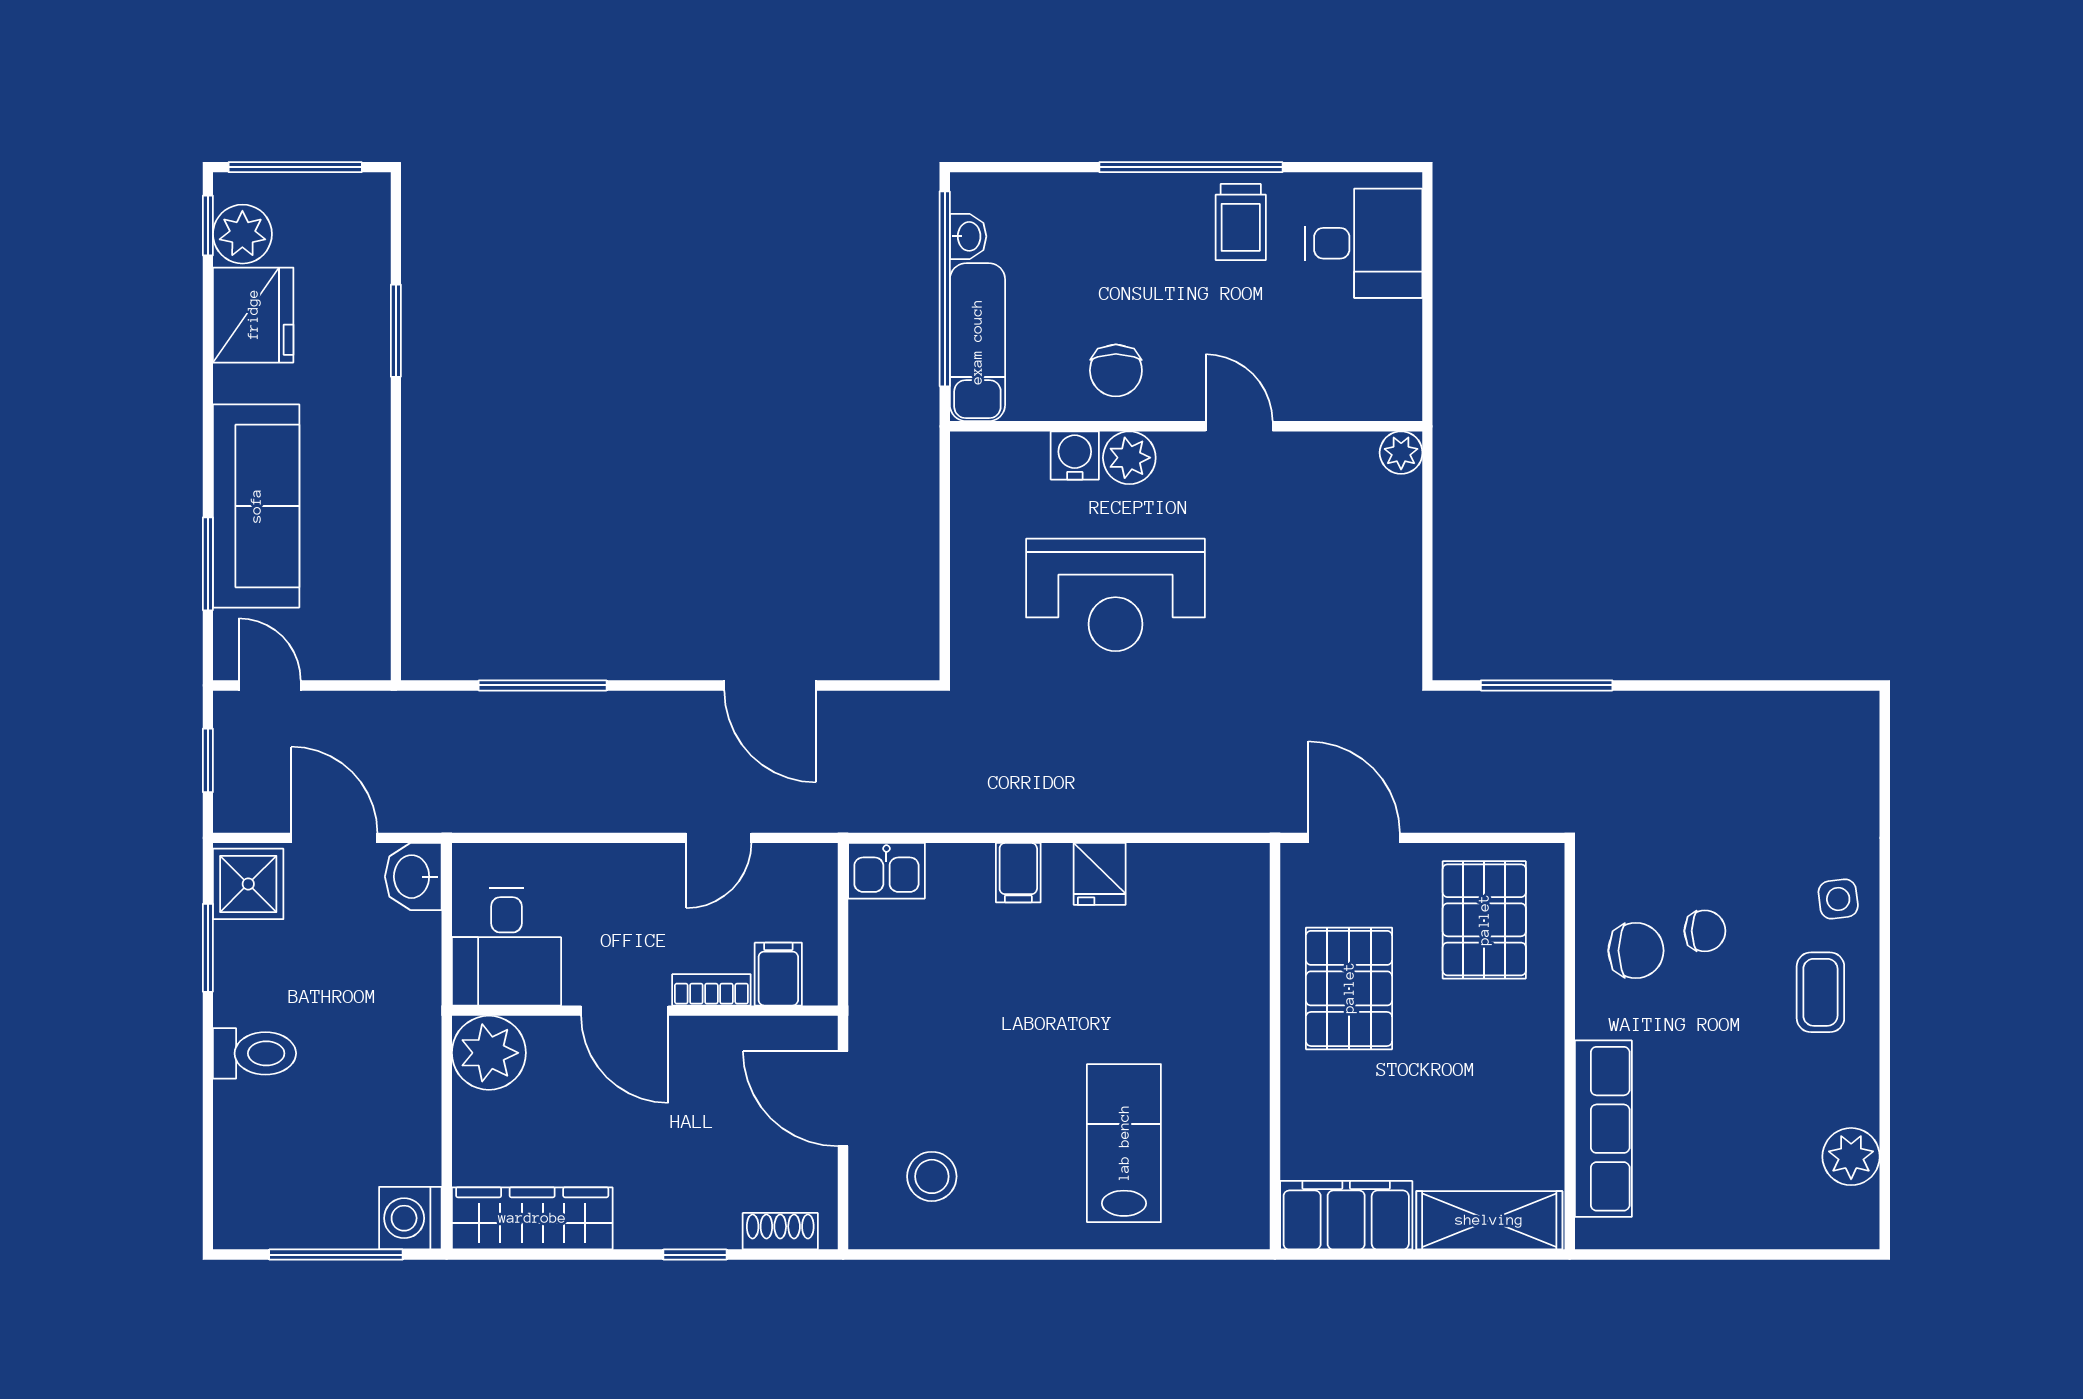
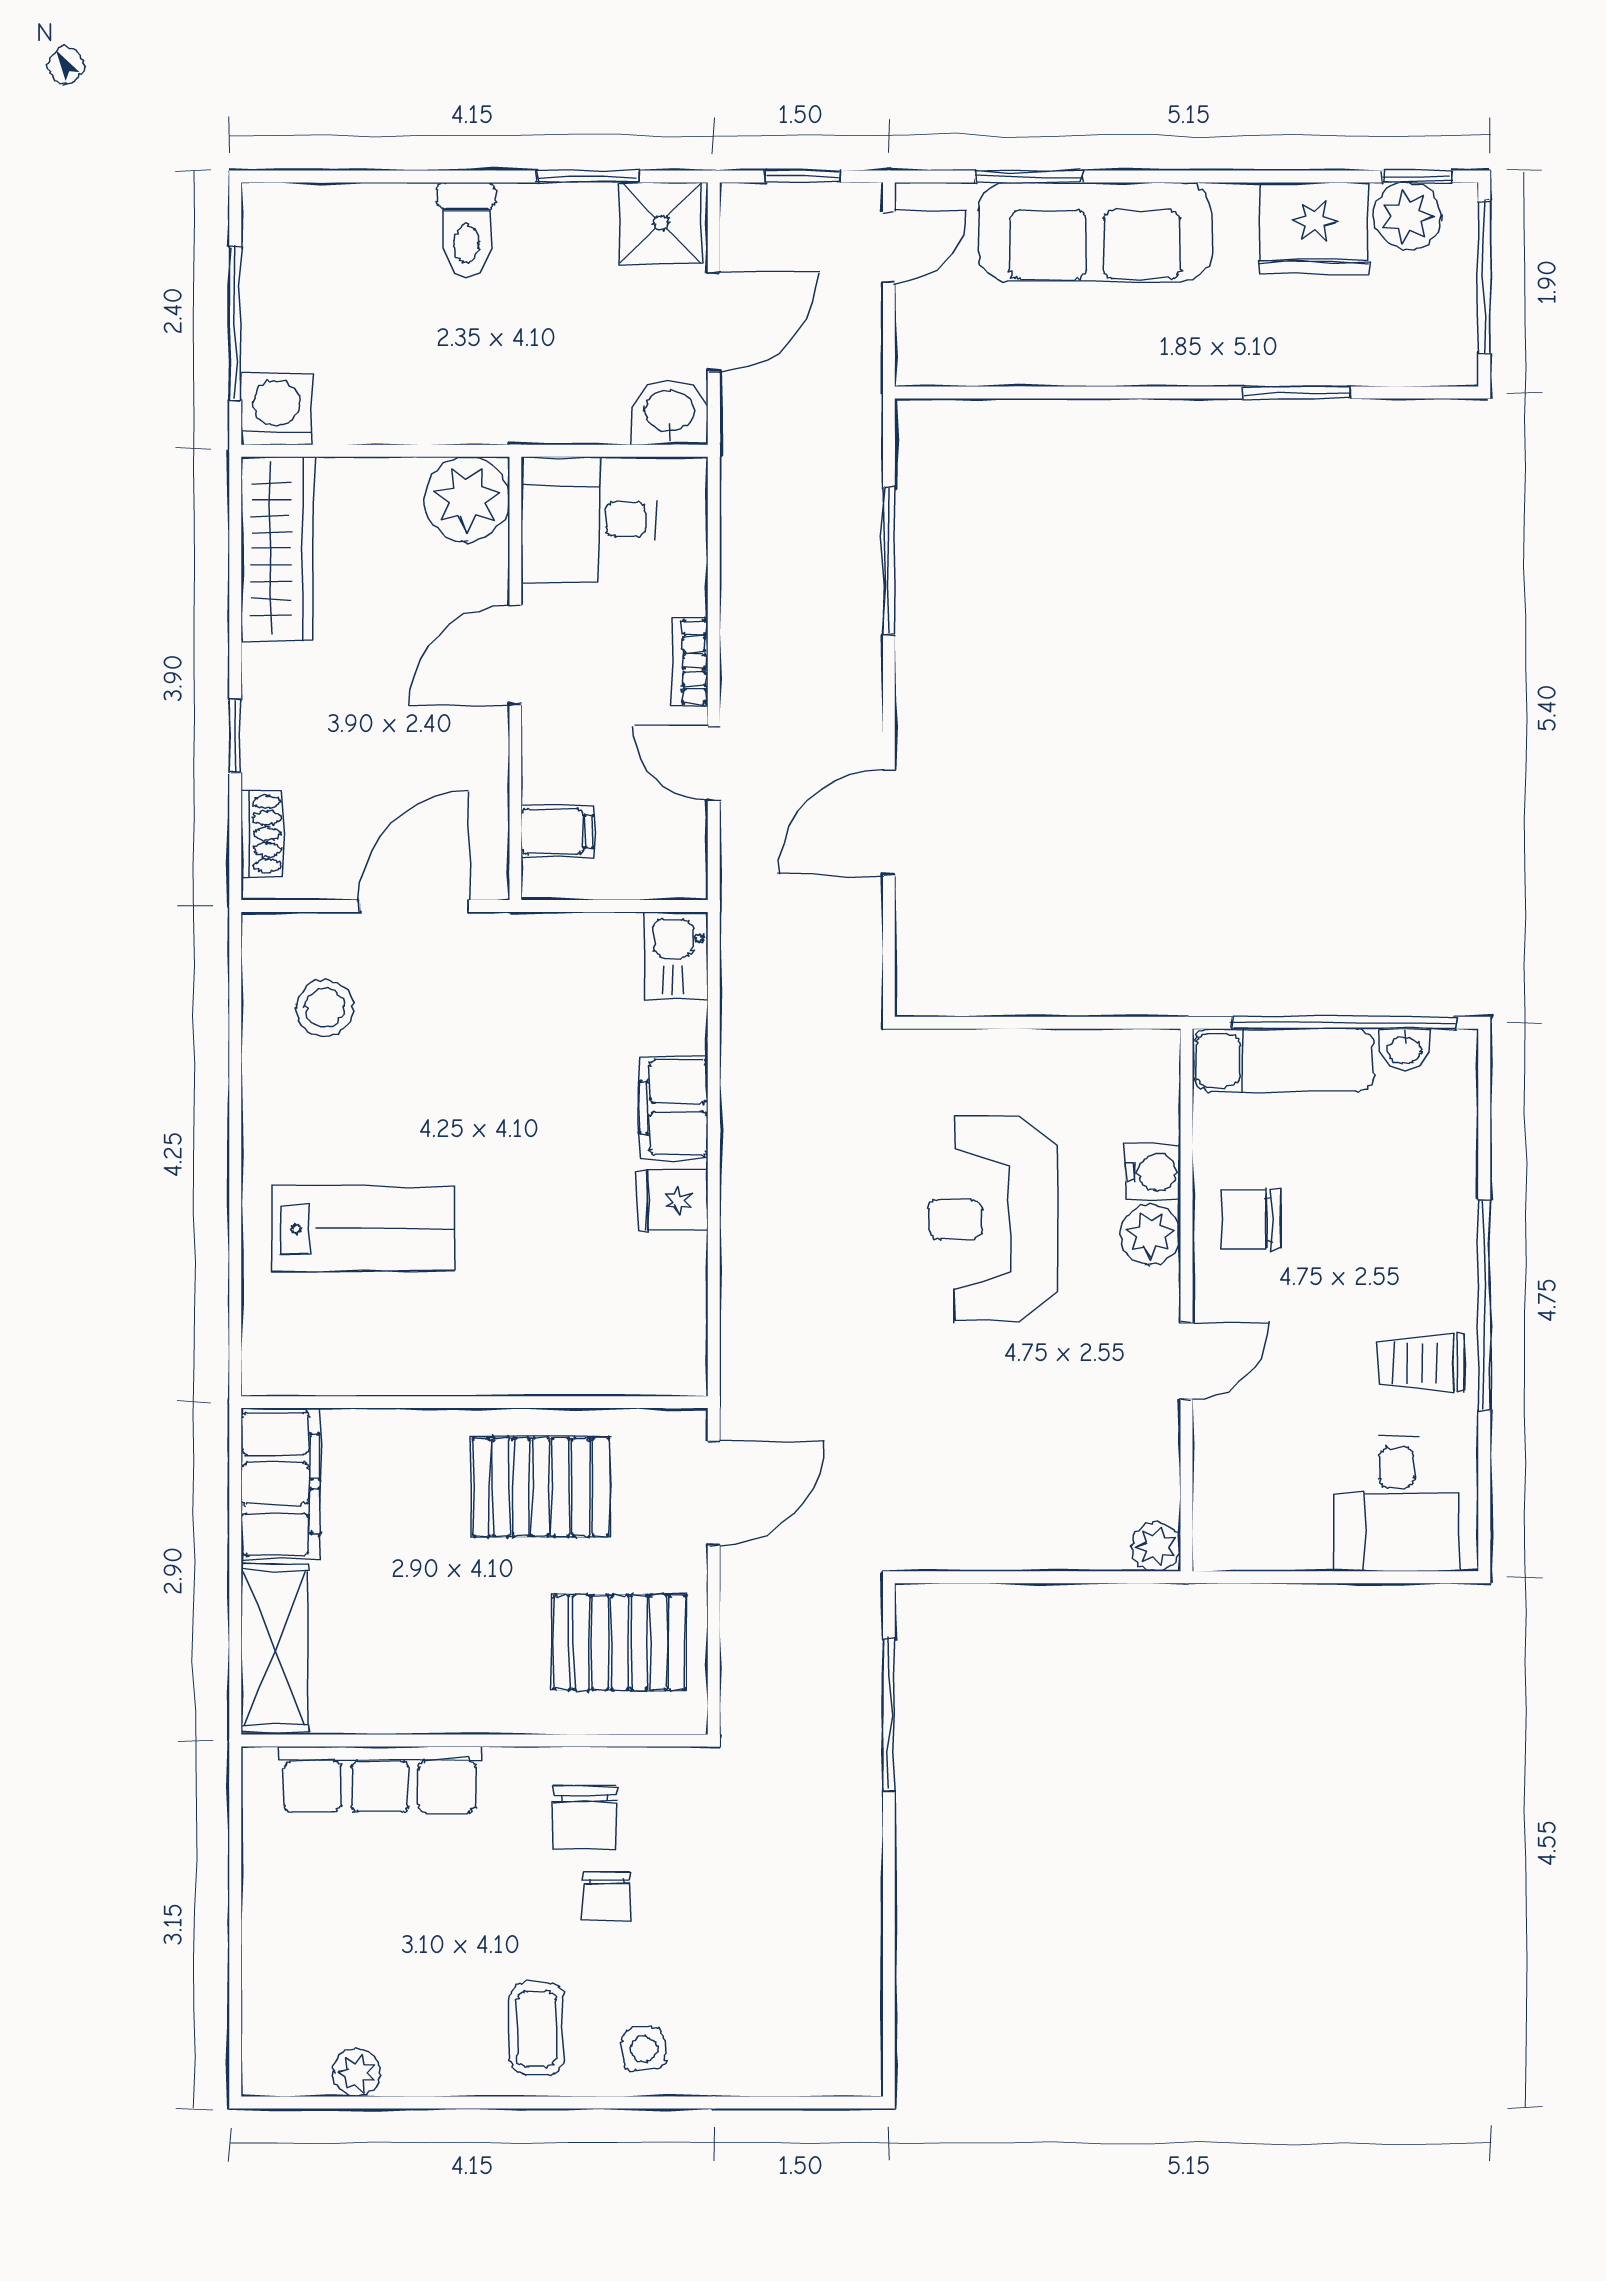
filing cabinet: (1018, 873) -> (674, 1107), width x2.00
bookcase: (711, 990) -> (690, 662), moved, turned 180
coffee table: (1820, 992) -> (536, 2029), turned 90
plant: (1851, 1157) -> (357, 2073), width x0.73, depth x0.73

